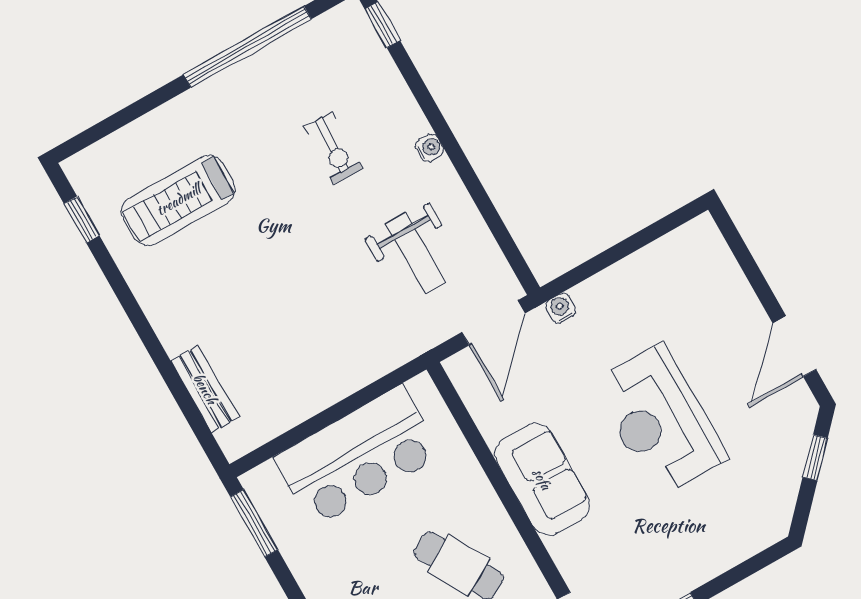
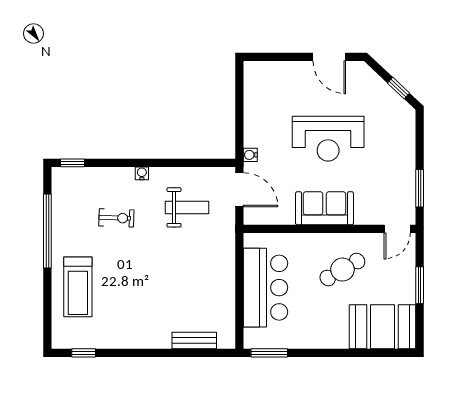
treadmill: (178, 200) -> (78, 287), moved
window: (815, 458) -> (398, 88), moved

